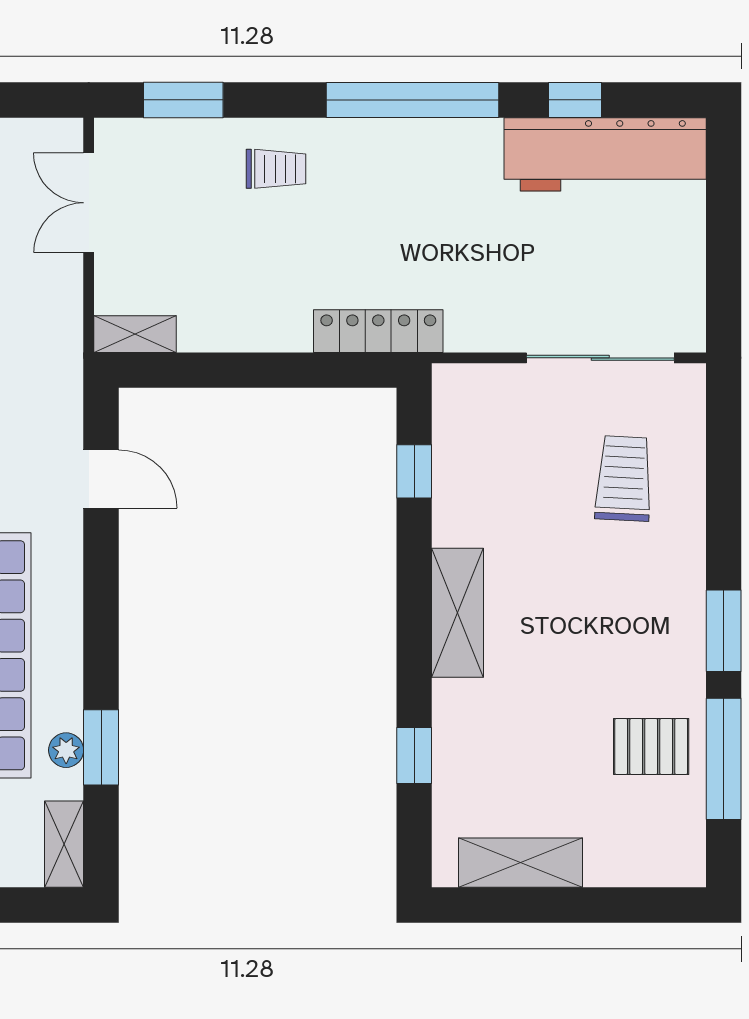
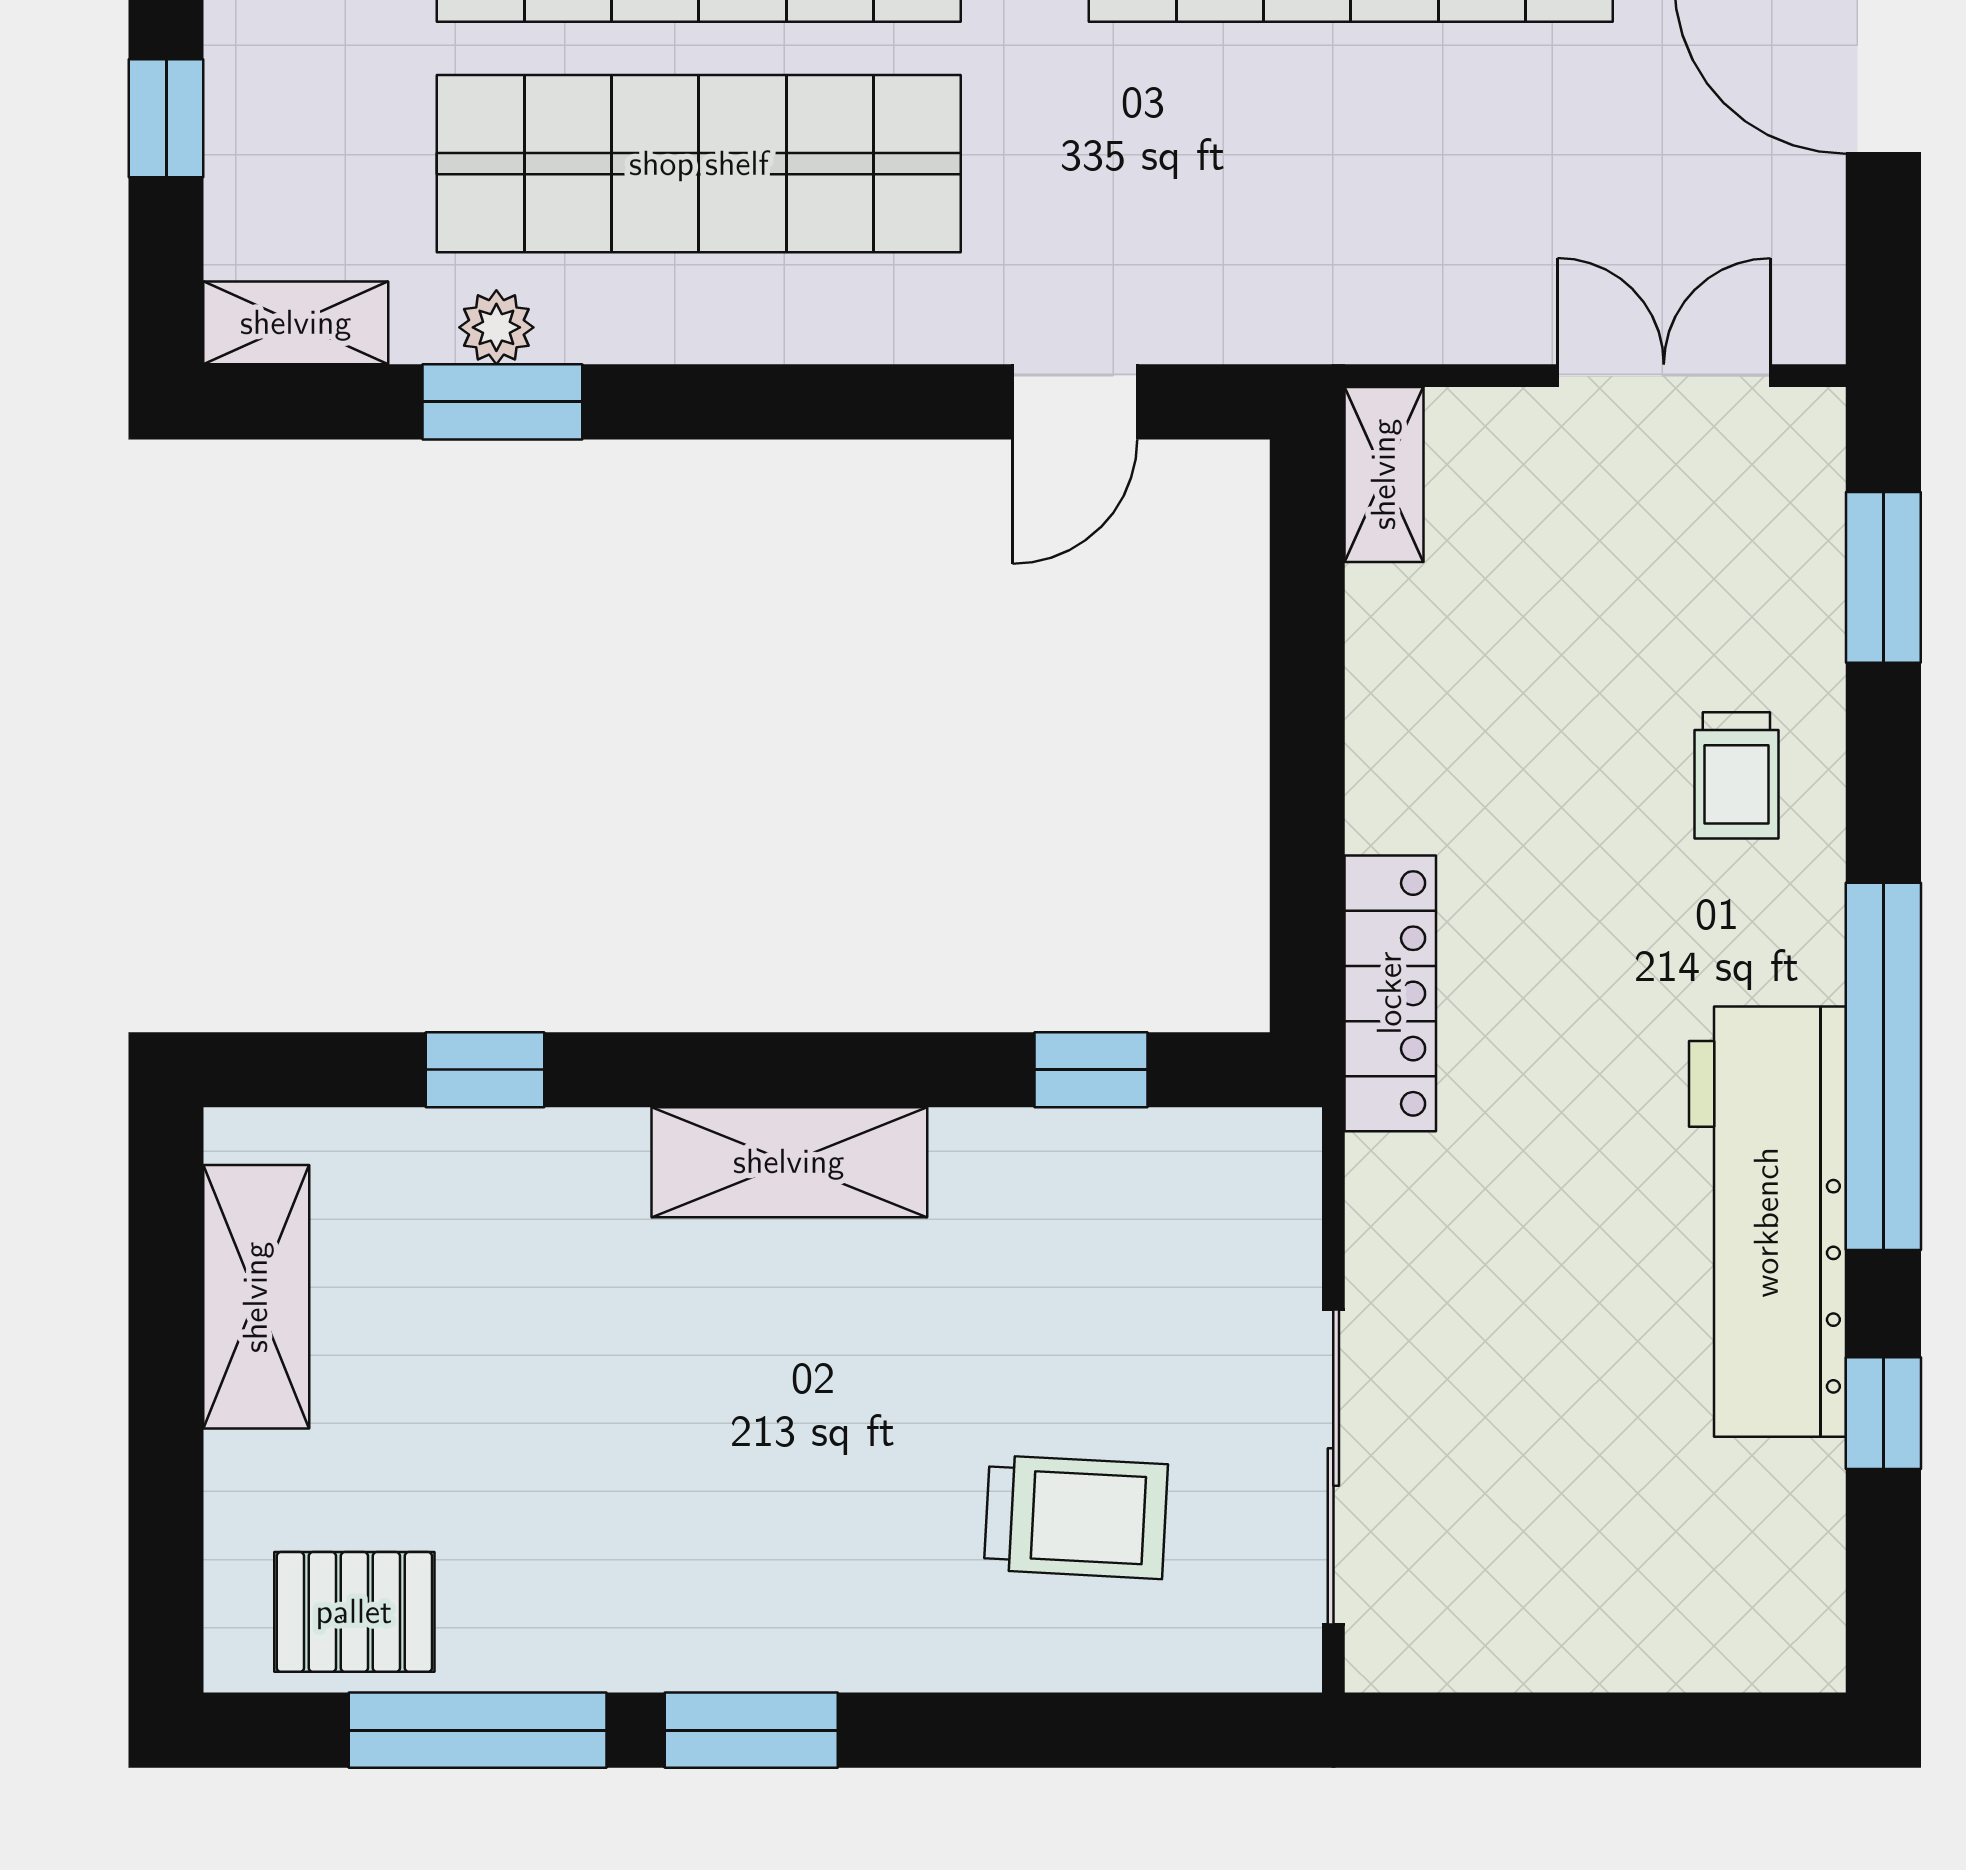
workbench: (605, 154) -> (1767, 1222), moved
pallet: (651, 747) -> (354, 1612), moved, turned 90

